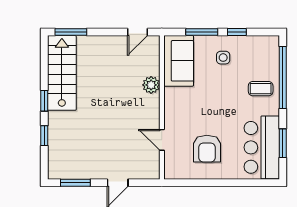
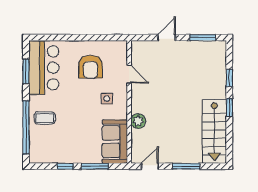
window: (71, 32) -> (186, 166), moved
side table: (223, 58) -> (107, 99), moved
armchair: (207, 149) -> (90, 67), turned 180

